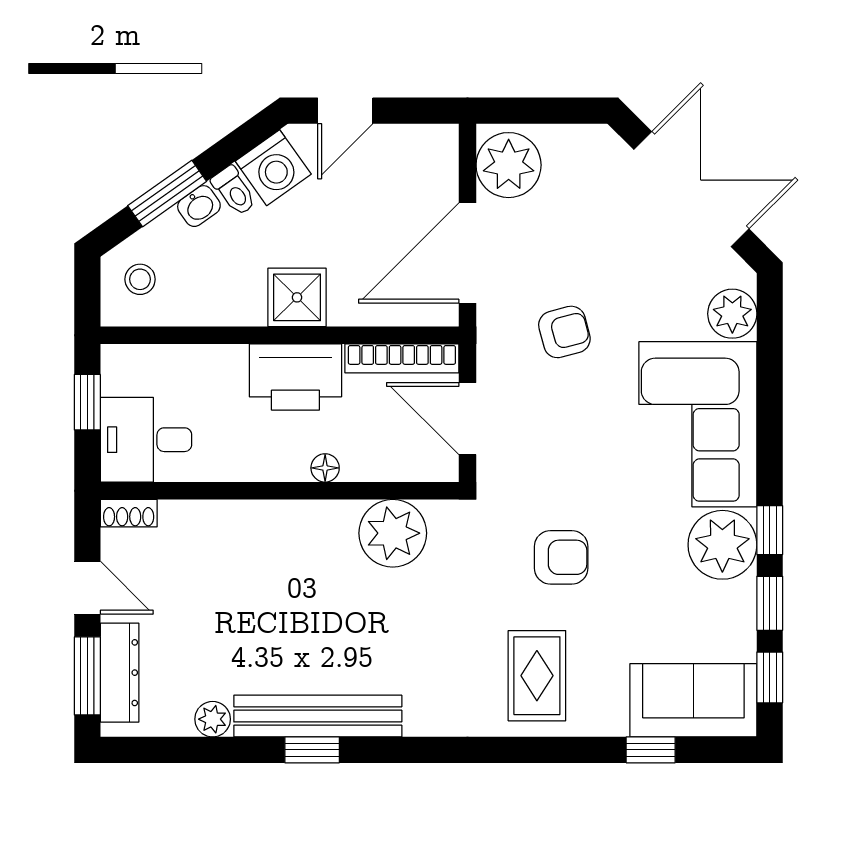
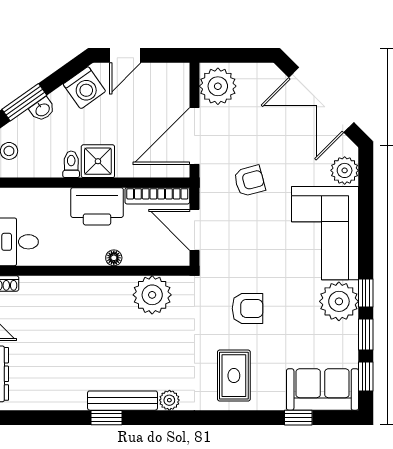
double door: (691, 189) -> (321, 100), swing flipped
toilet: (234, 191) -> (71, 164), moved, turned -145
bench: (318, 716) -> (122, 401), width x0.73, depth x0.82
plant: (213, 719) -> (169, 400), moved

